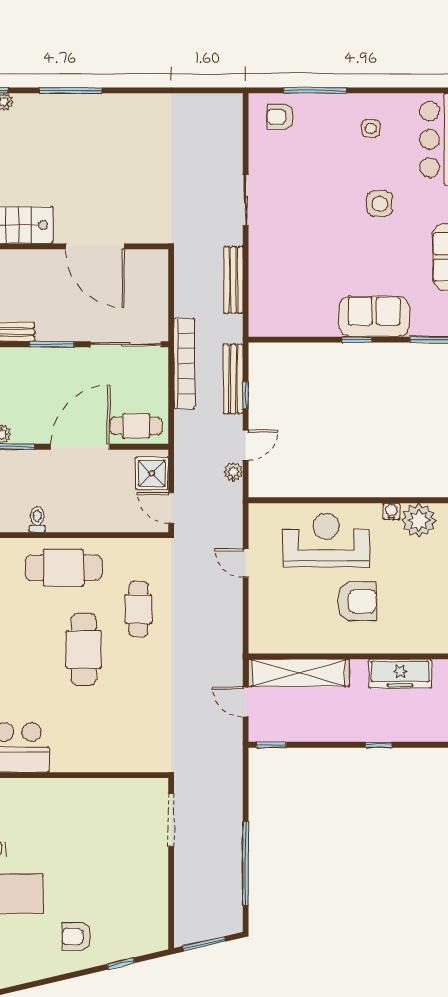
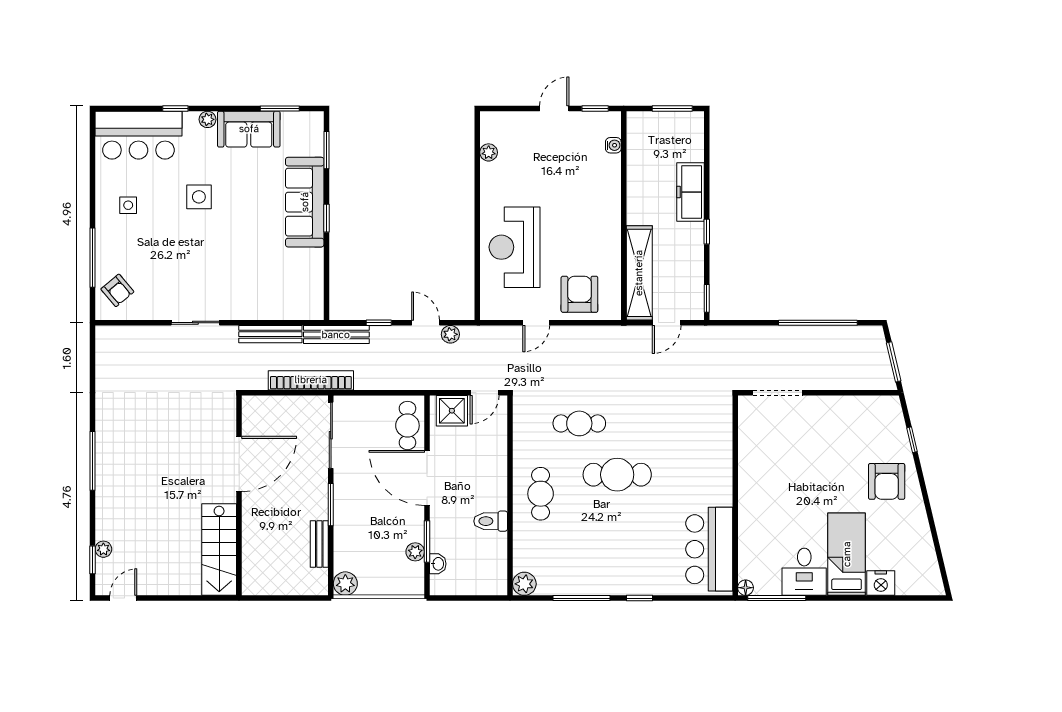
window: (70, 90) -> (93, 461), moved
armchair: (280, 117) -> (117, 290), turned -40
sofa: (374, 316) -> (305, 202), width x1.36
bookcase: (184, 363) -> (311, 380), moved
bench: (233, 379) -> (336, 335), moved
water cooler: (391, 511) -> (613, 145), moved, turned 180
toilet: (37, 519) -> (491, 521), width x1.37, depth x1.39
plant: (419, 520) -> (489, 152), width x0.53, depth x0.53
cafe table: (63, 568) -> (541, 494), width x0.73, depth x0.74
armchair: (357, 601) -> (579, 294), moved
freezer: (400, 674) -> (691, 192), moved, turned 180
window: (379, 745) -> (707, 232), moved
armchair: (76, 937) -> (887, 481), width x1.38, depth x1.38

